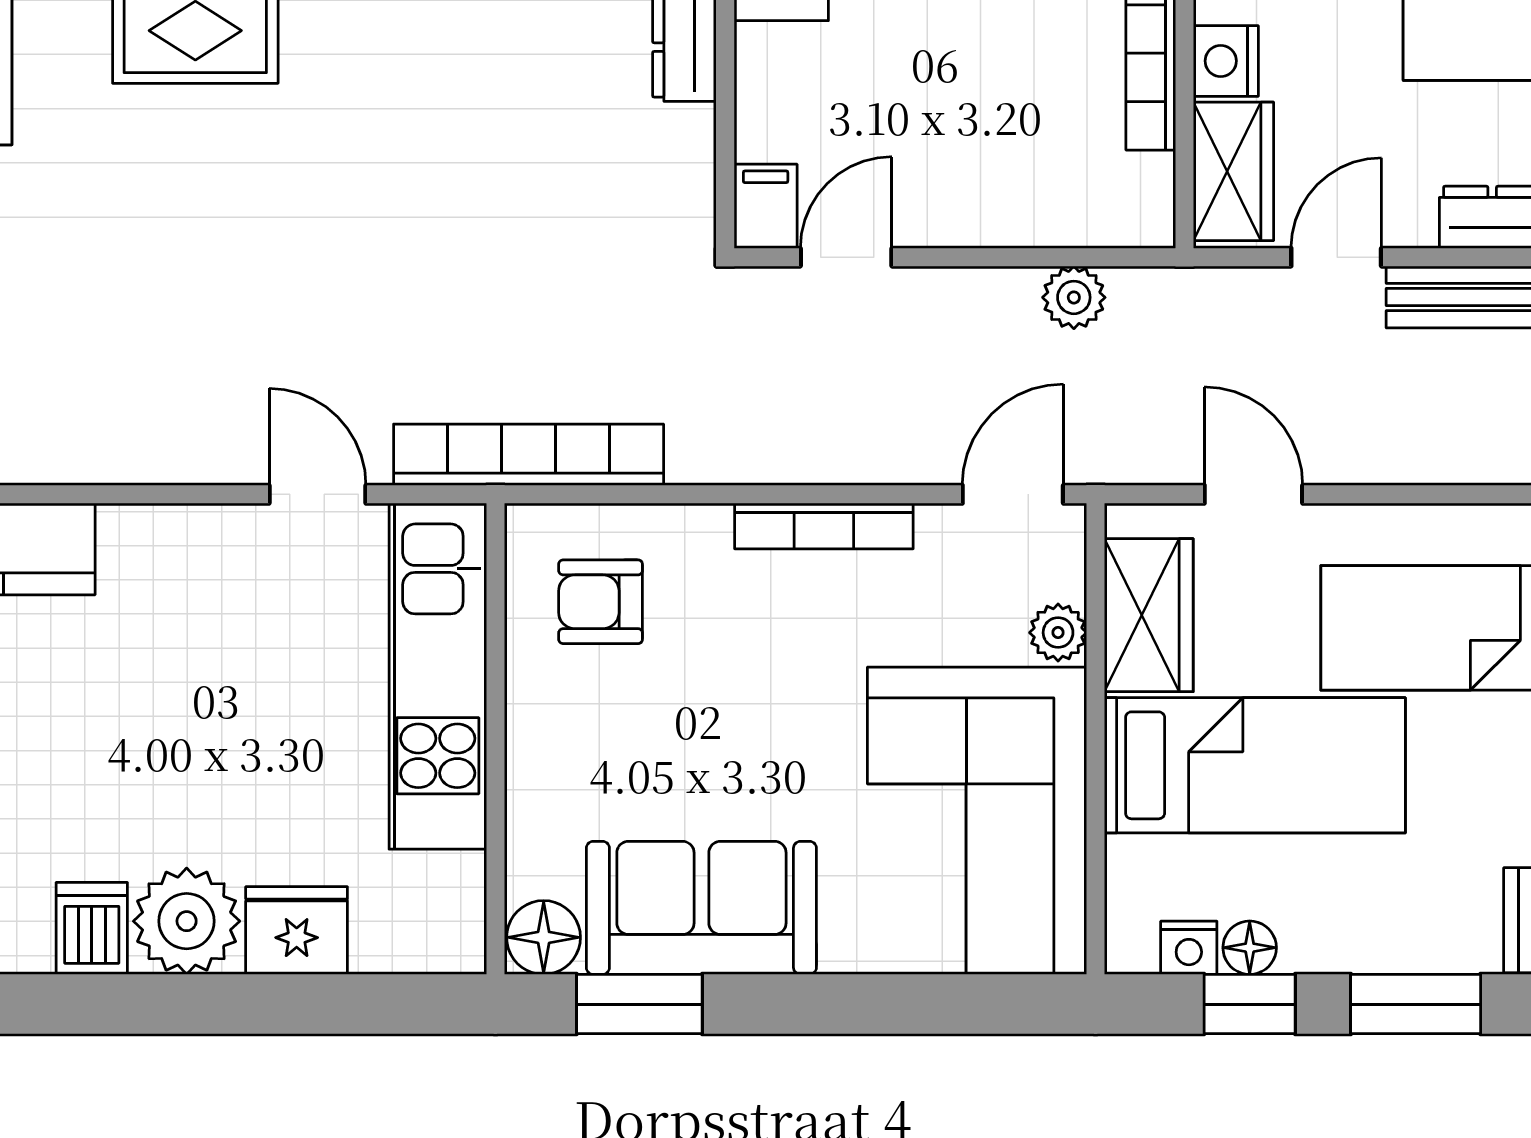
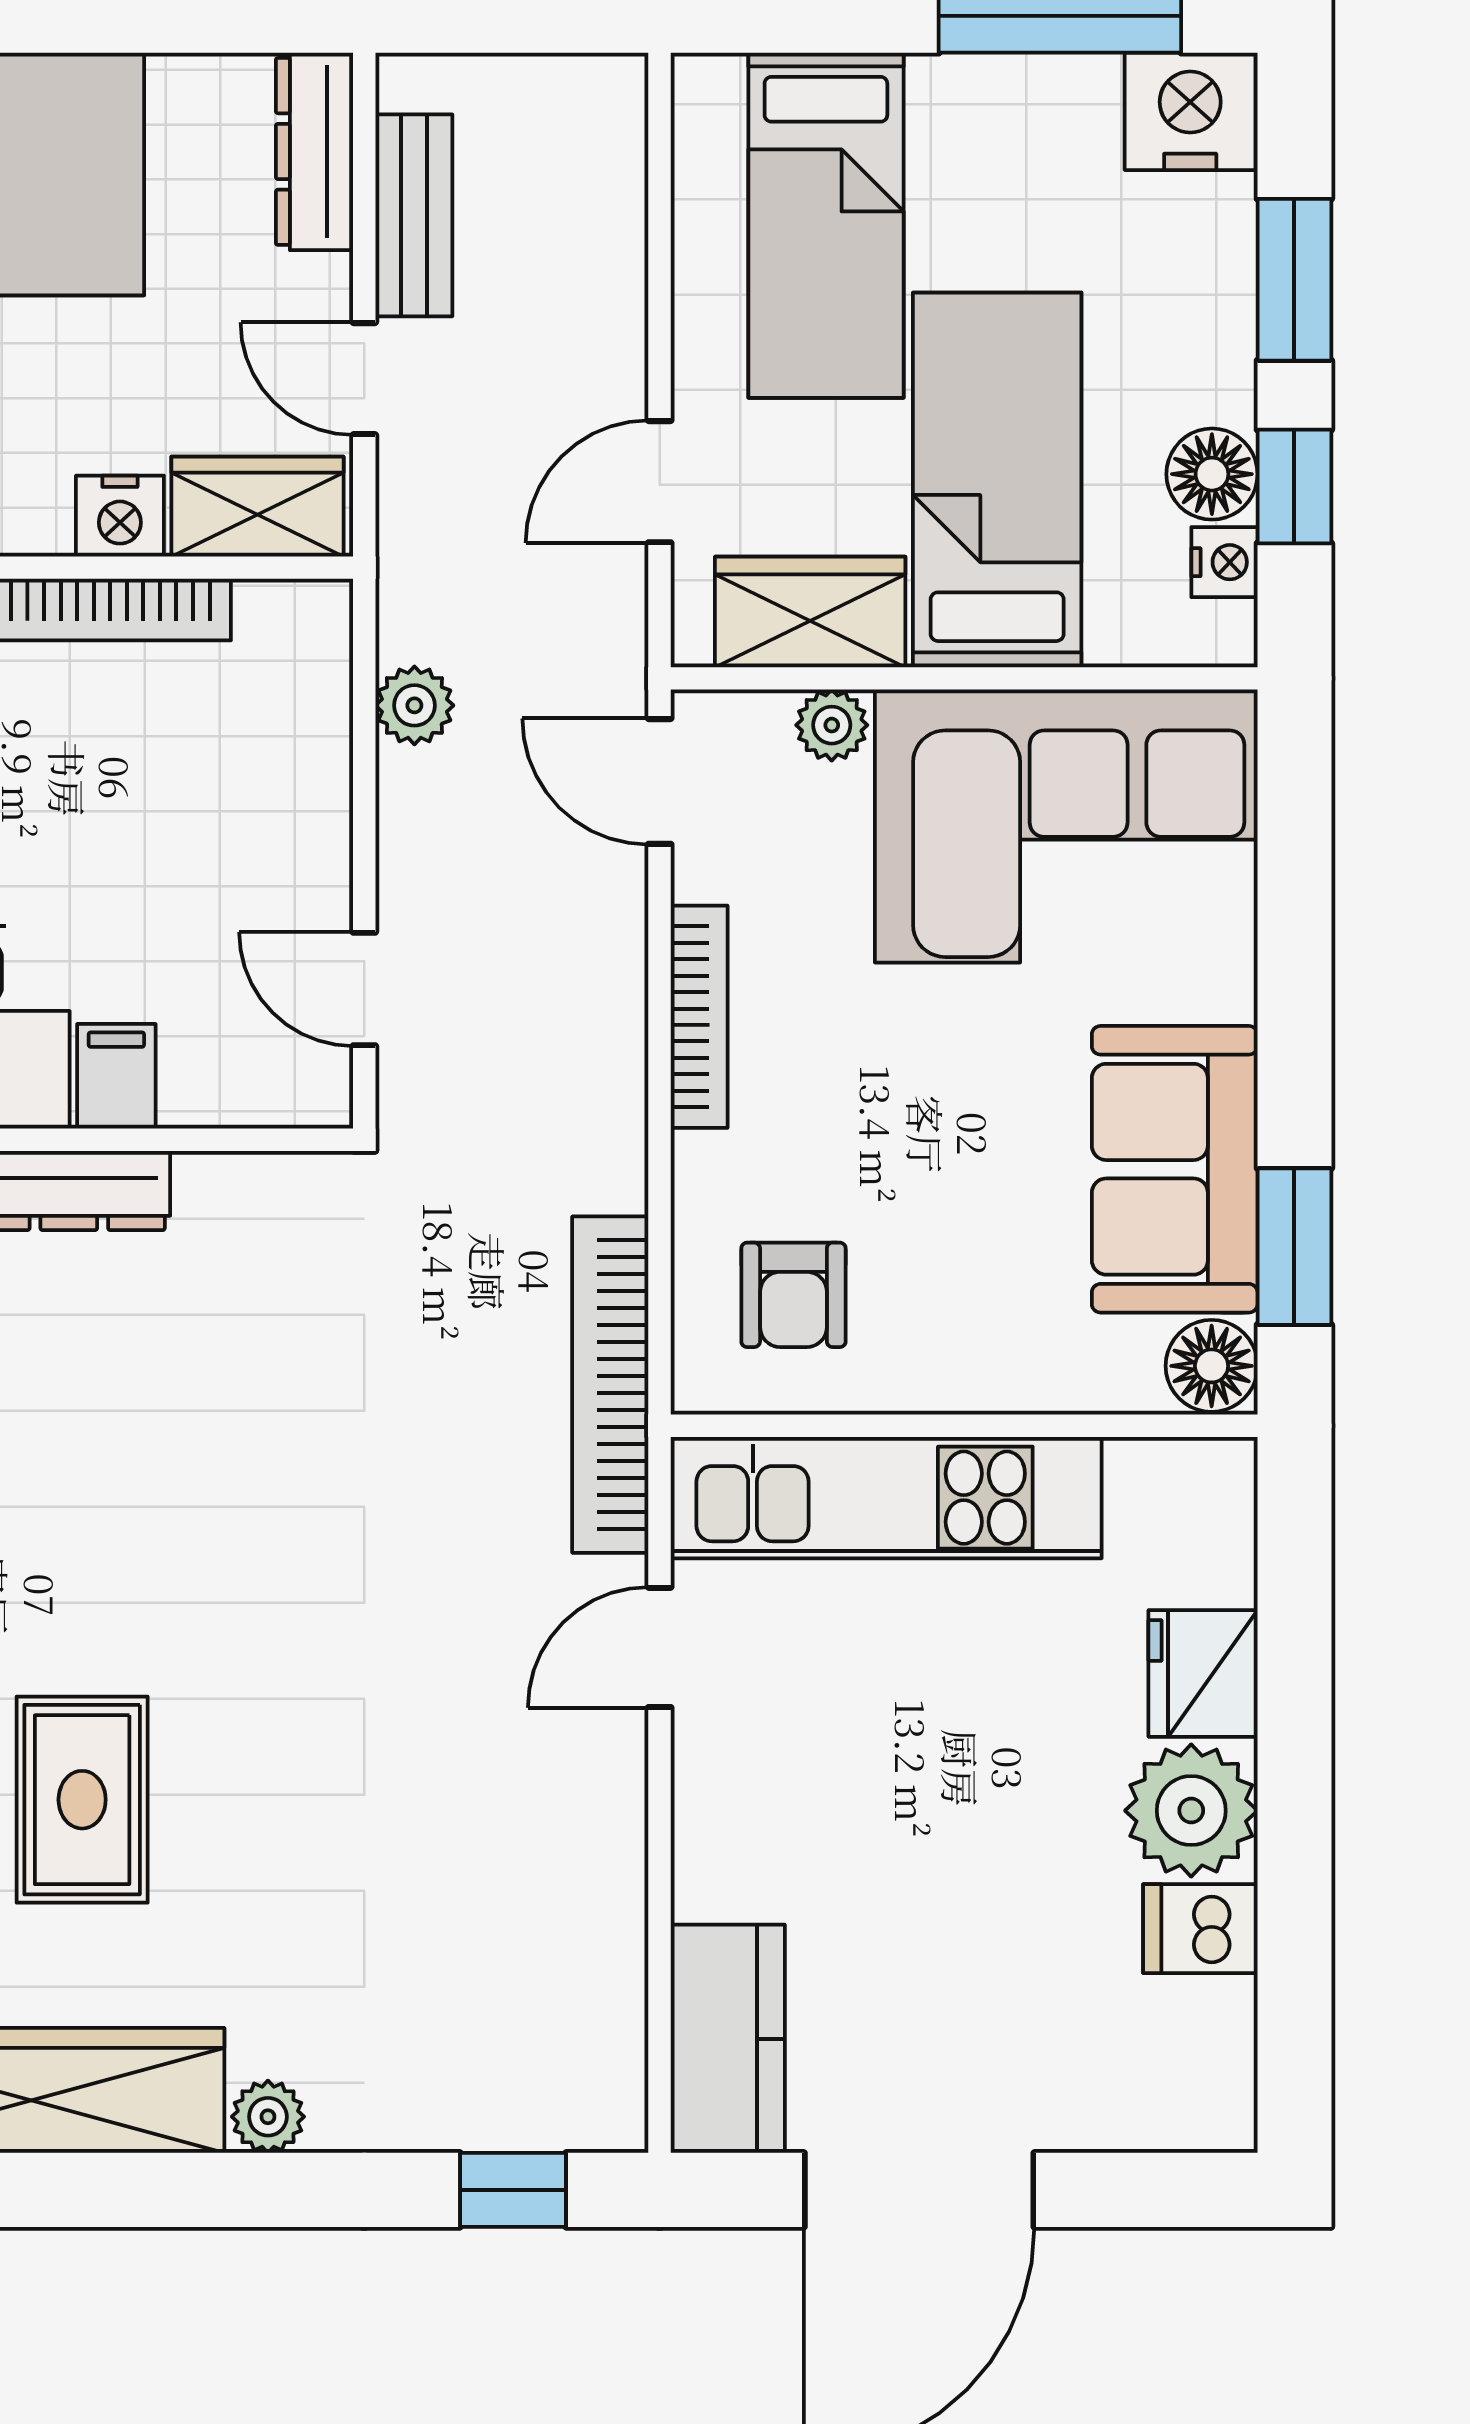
filing cabinet: (766, 206) -> (116, 1076), moved, turned 90
floor lamp: (1250, 948) -> (1212, 474), width x1.37, depth x1.37

